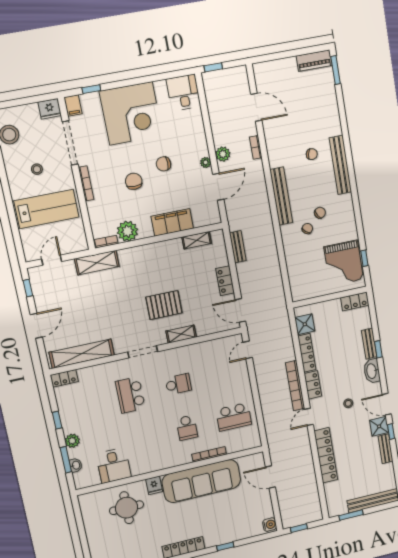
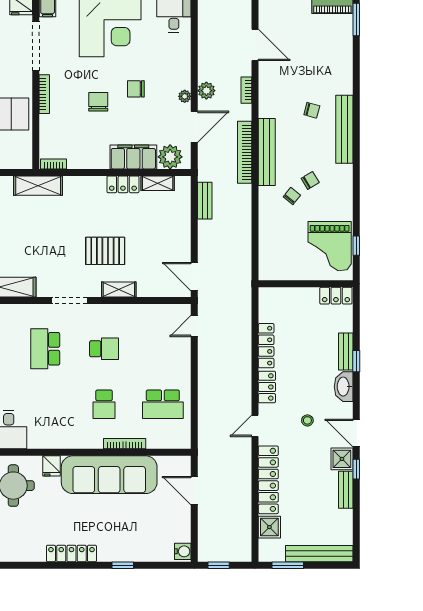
plant: (127, 231) -> (170, 157), moved
locker: (225, 281) -> (123, 184), moved, turned -90
shower: (305, 324) -> (269, 527), moved
bookcase: (295, 386) -> (245, 152), moved

